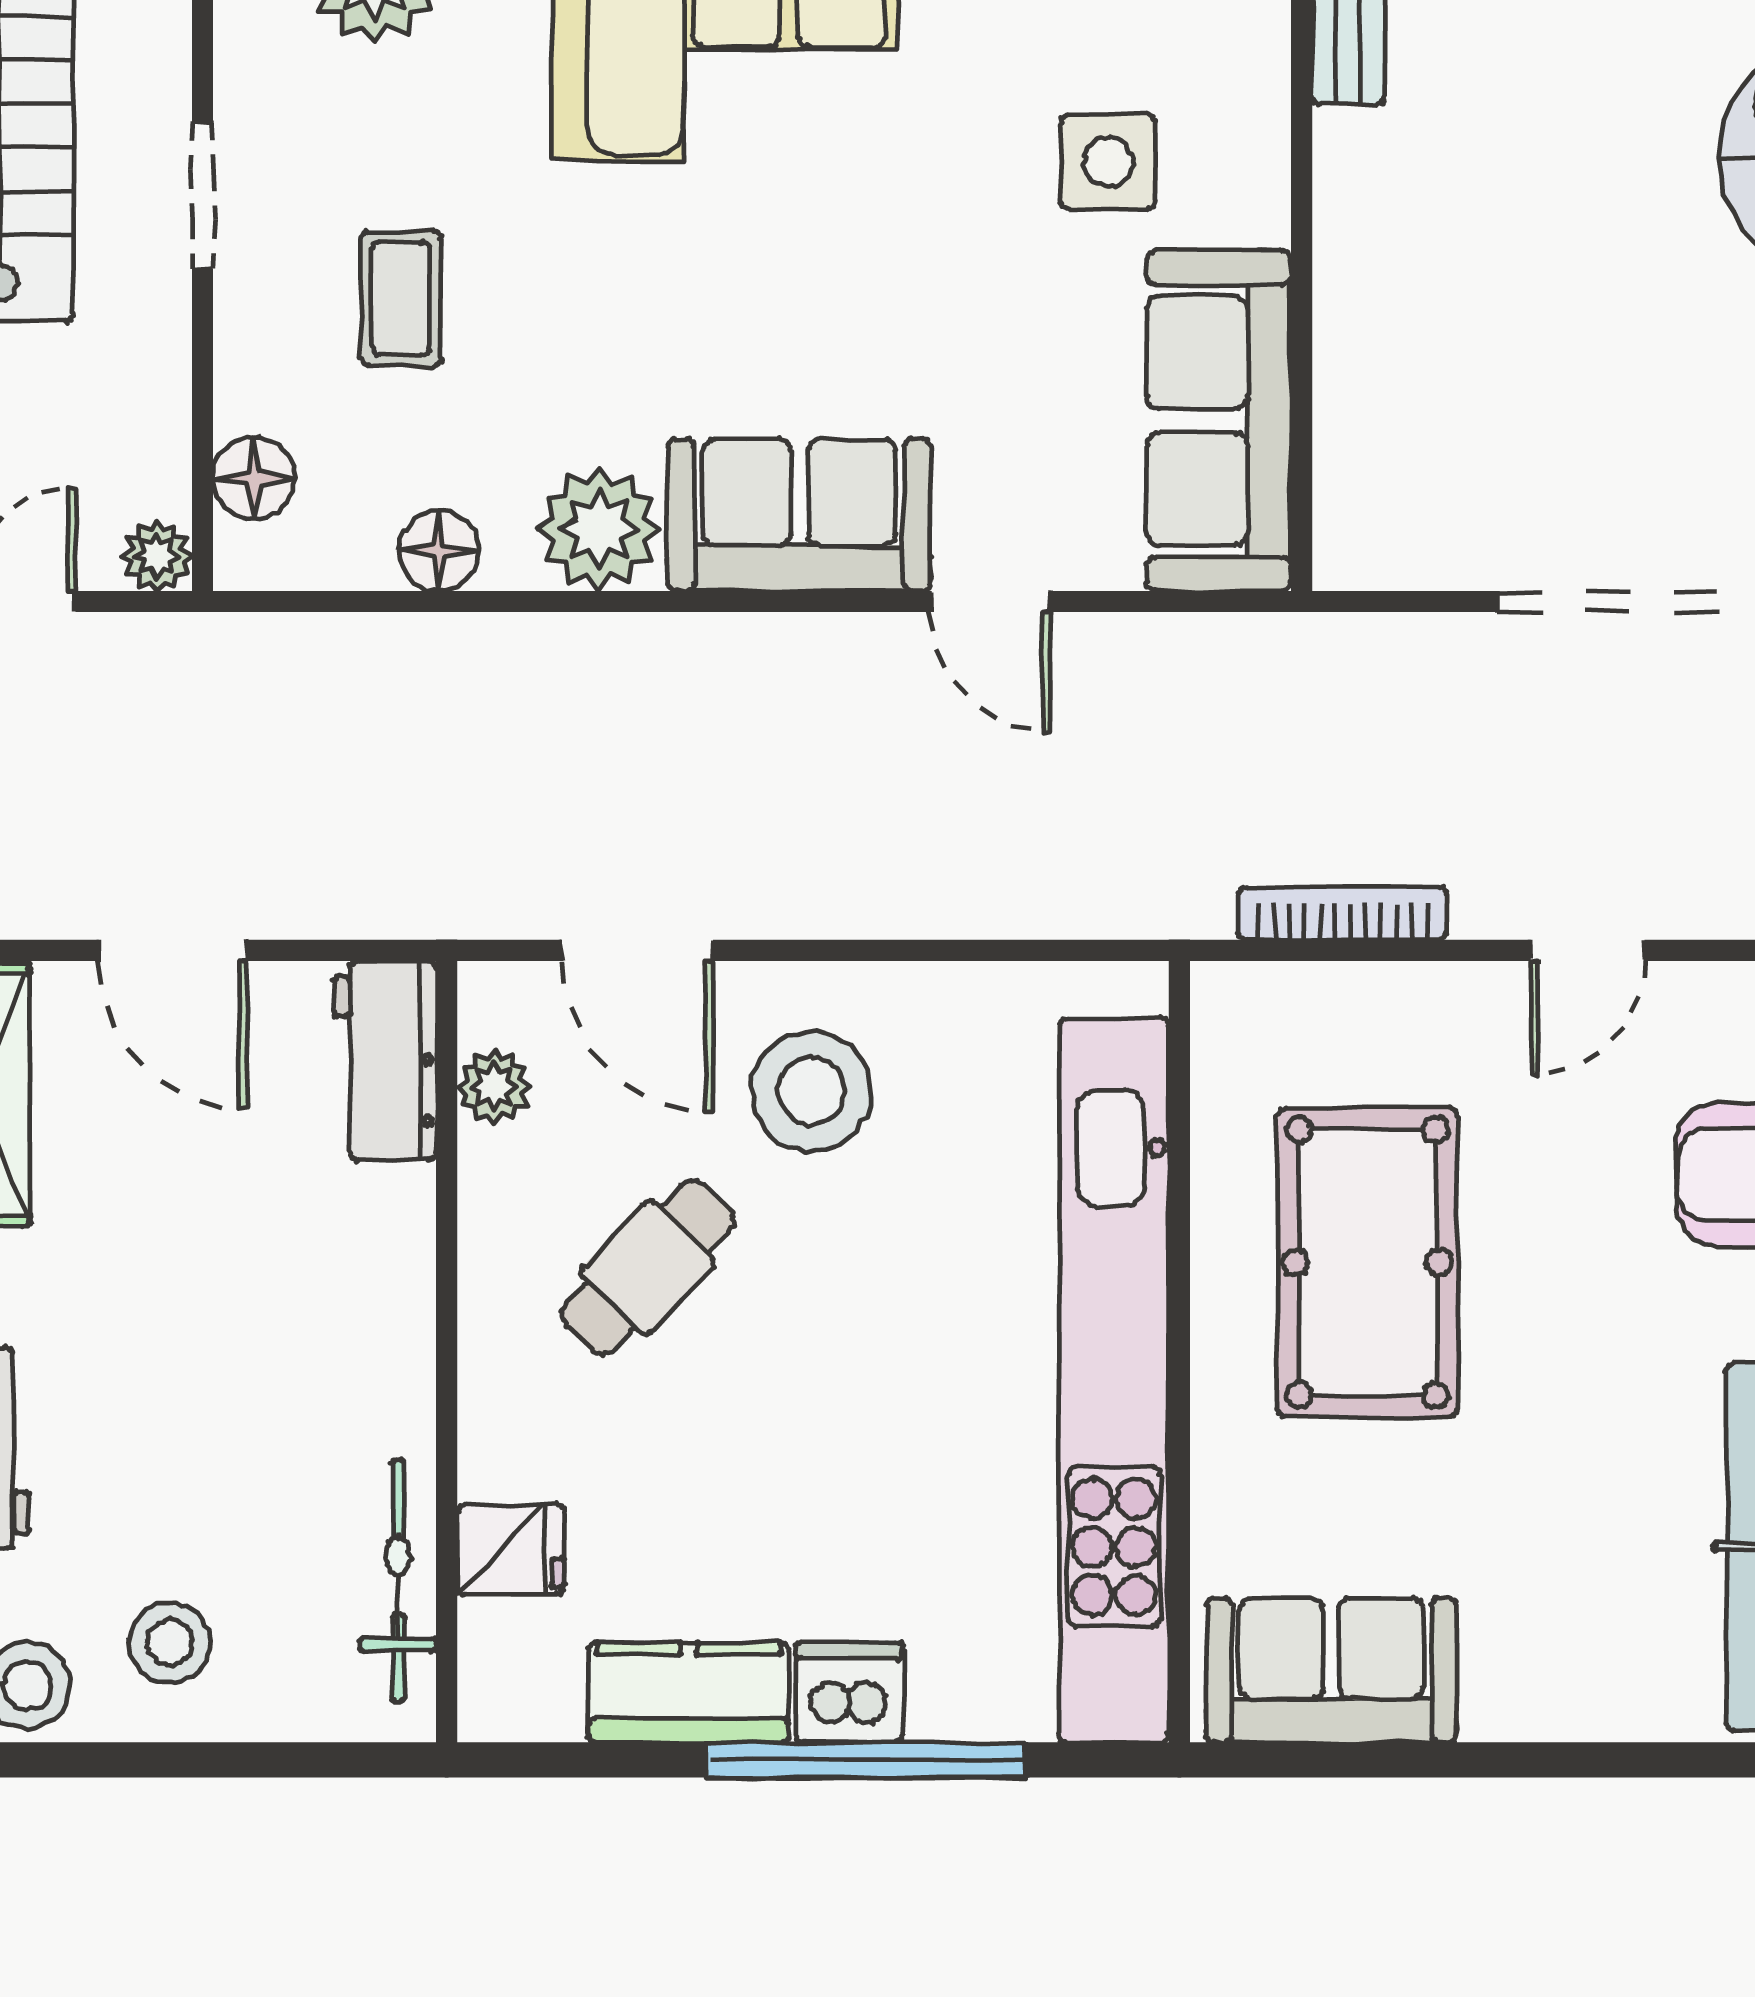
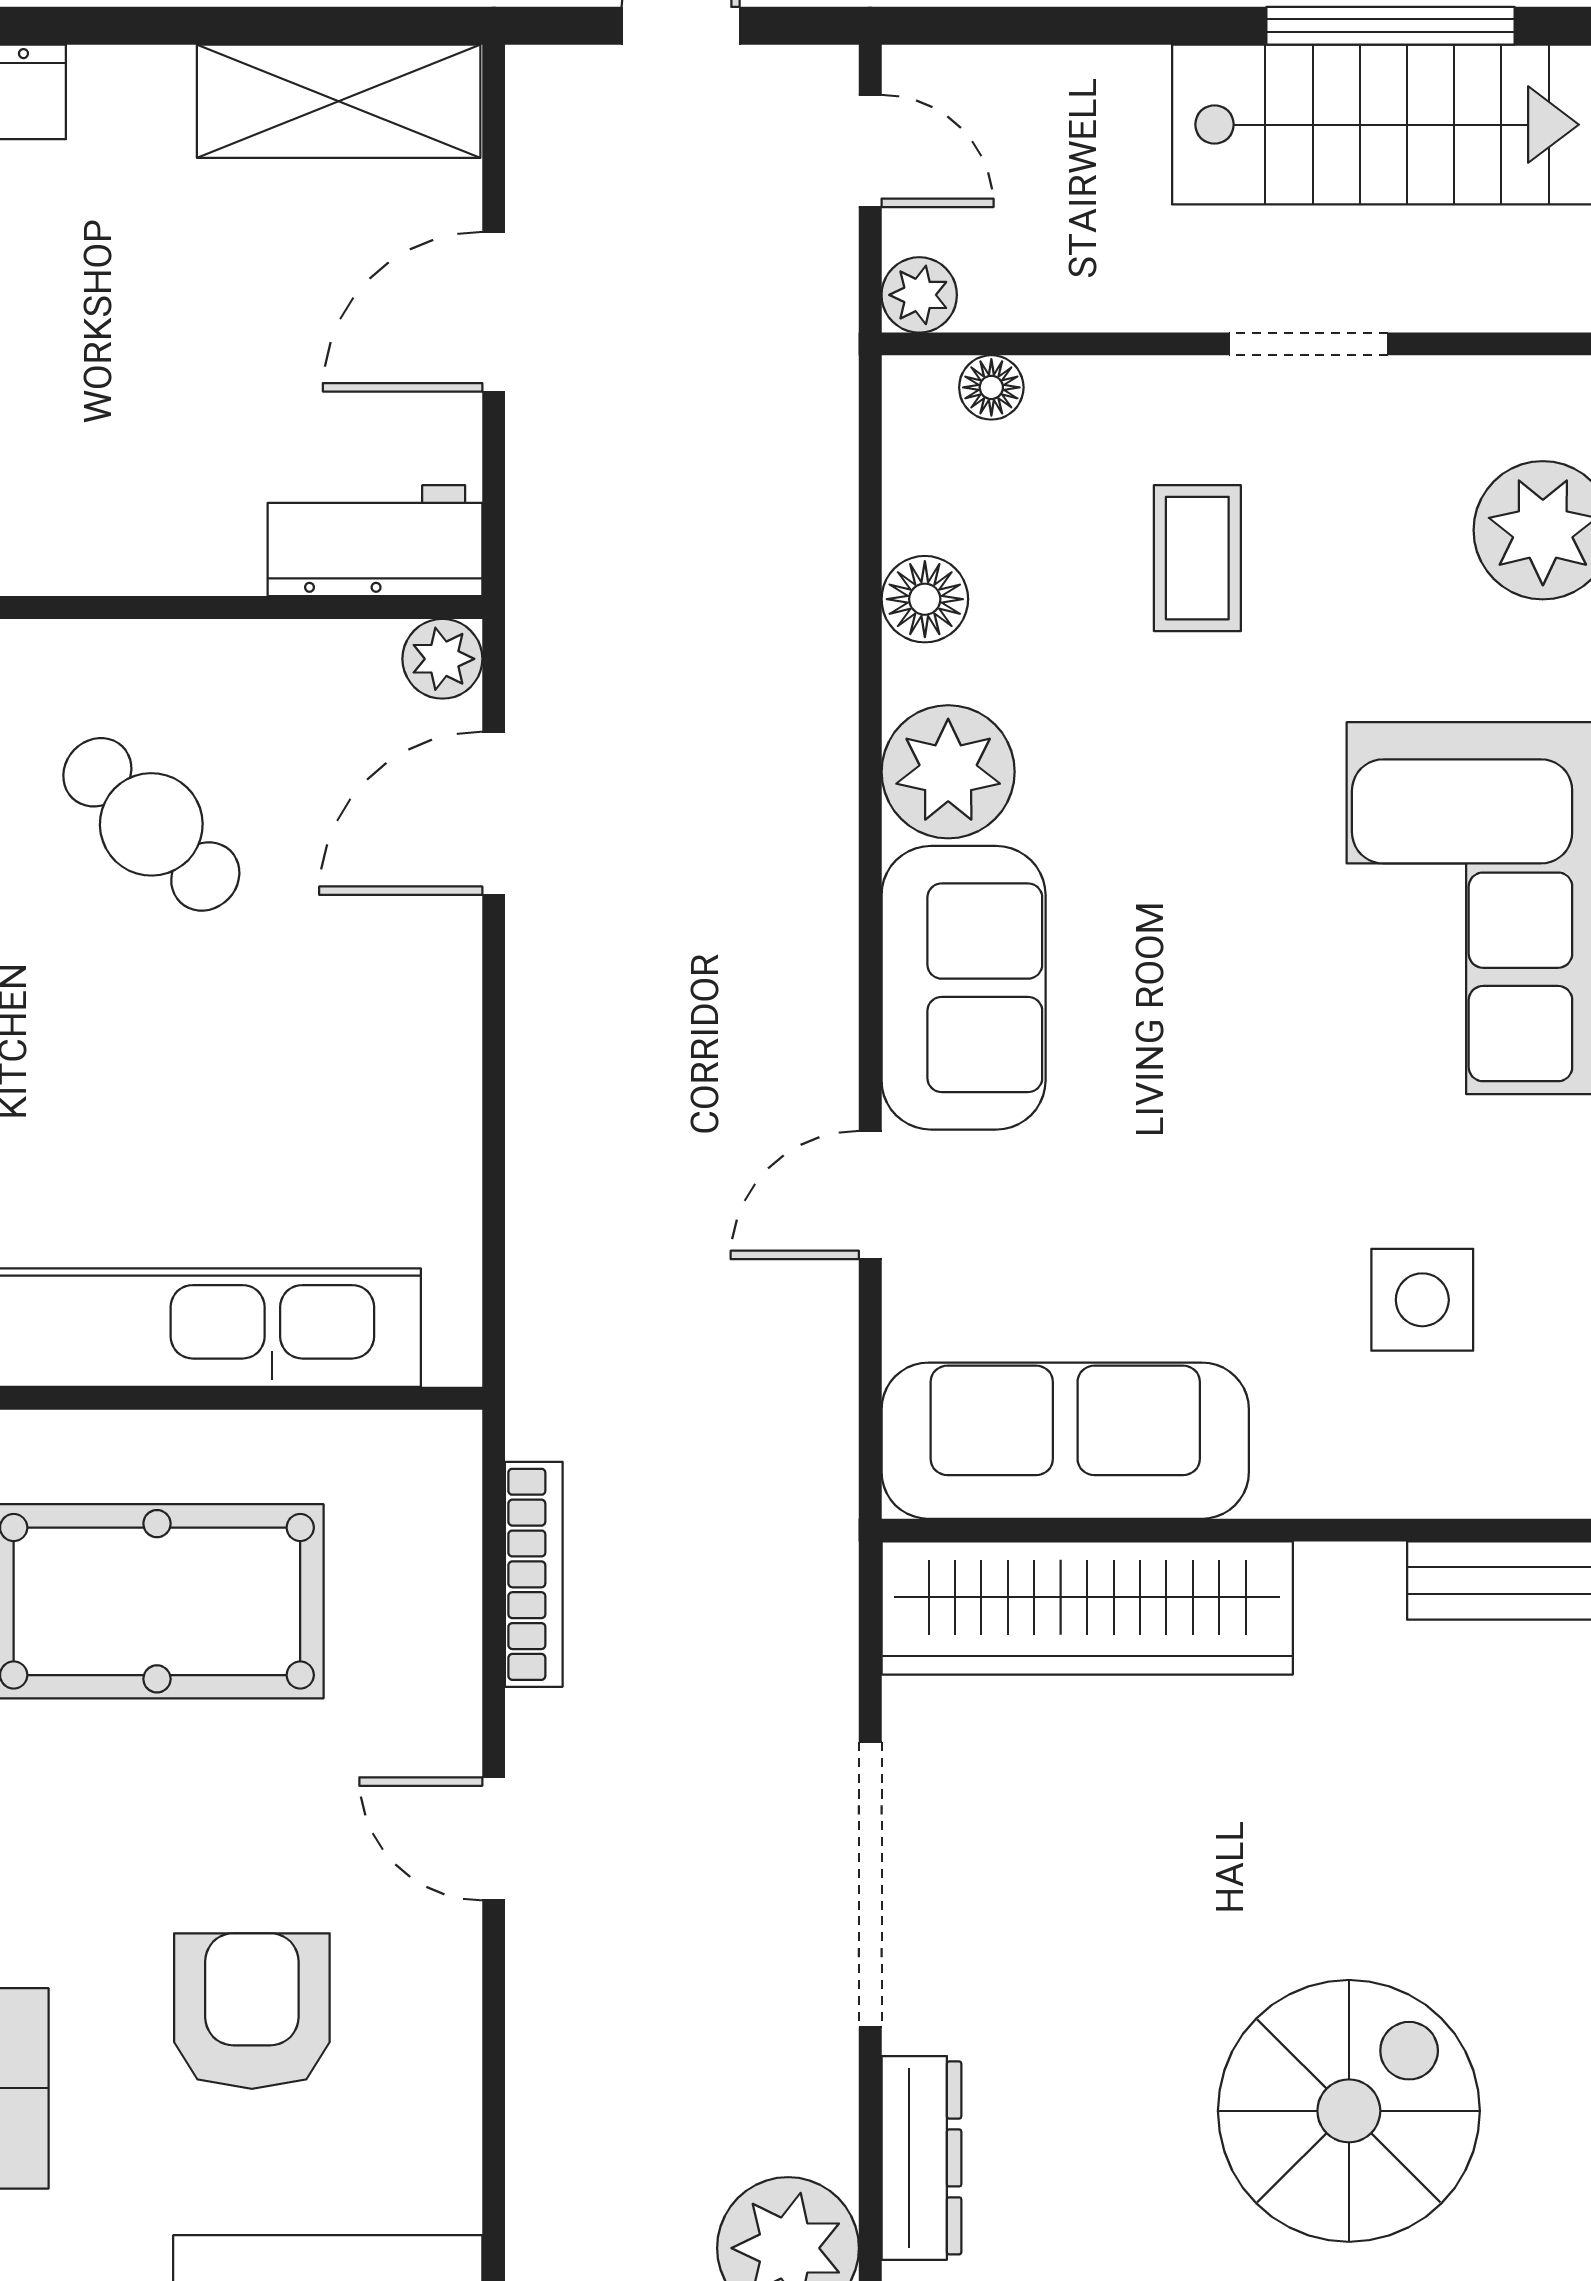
side table: (1108, 162) -> (1422, 1300), moved
coffee table: (401, 298) -> (1197, 558), turned 90
wardrobe: (1374, 400) -> (1087, 1608), added
floor lamp: (254, 478) -> (991, 387), width x0.73, depth x0.73
plant: (494, 1087) -> (442, 659), moved
stool: (811, 1091) -> (342, 1001), removed

